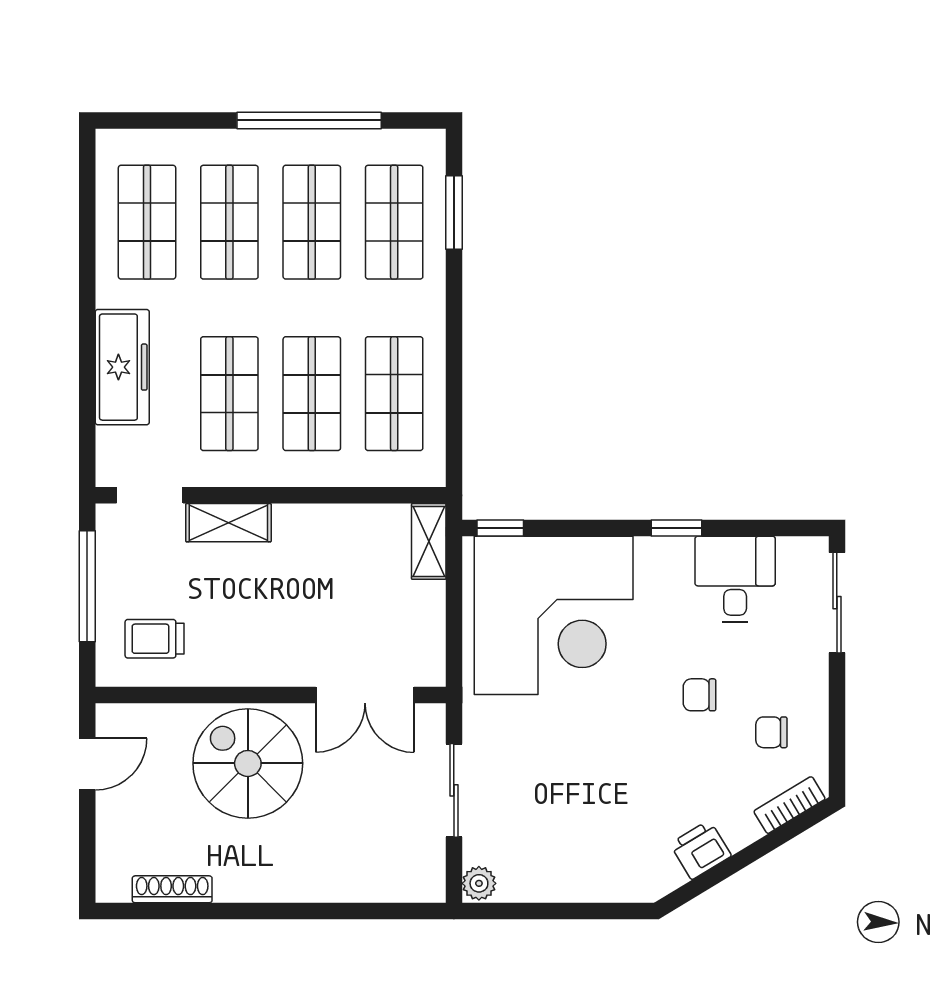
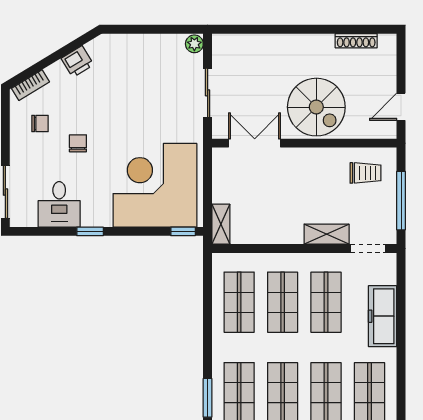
chair: (700, 695) -> (78, 143), turned -90

